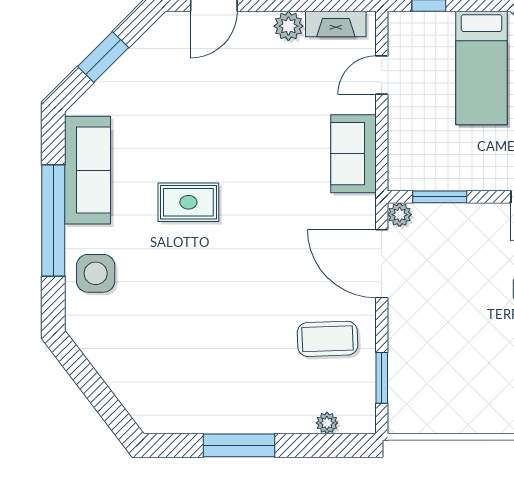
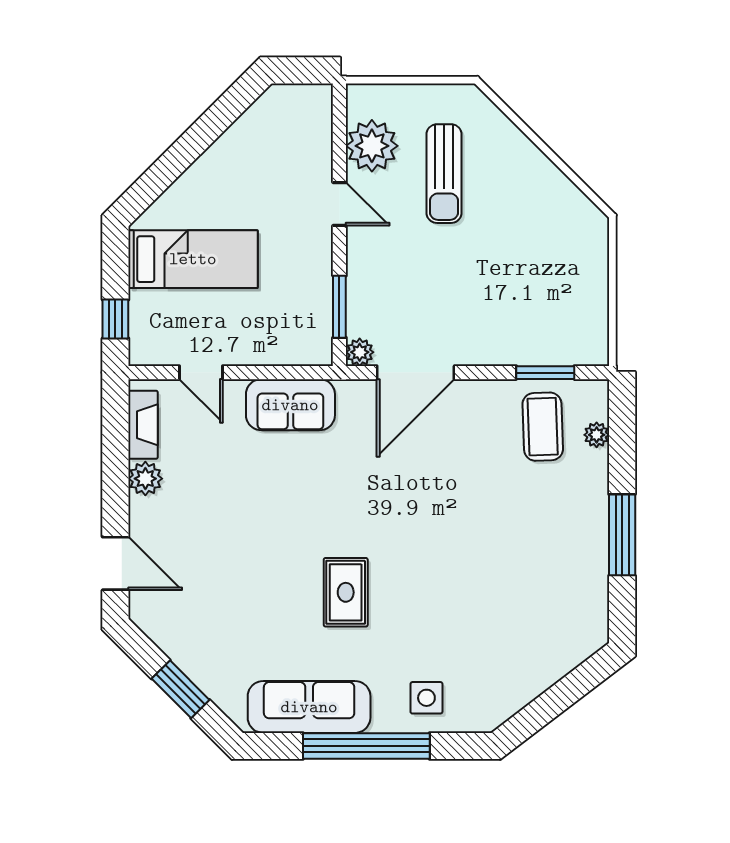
side table: (96, 273) -> (426, 698), width x0.73, depth x0.73
coffee table: (328, 339) -> (543, 427), moved

